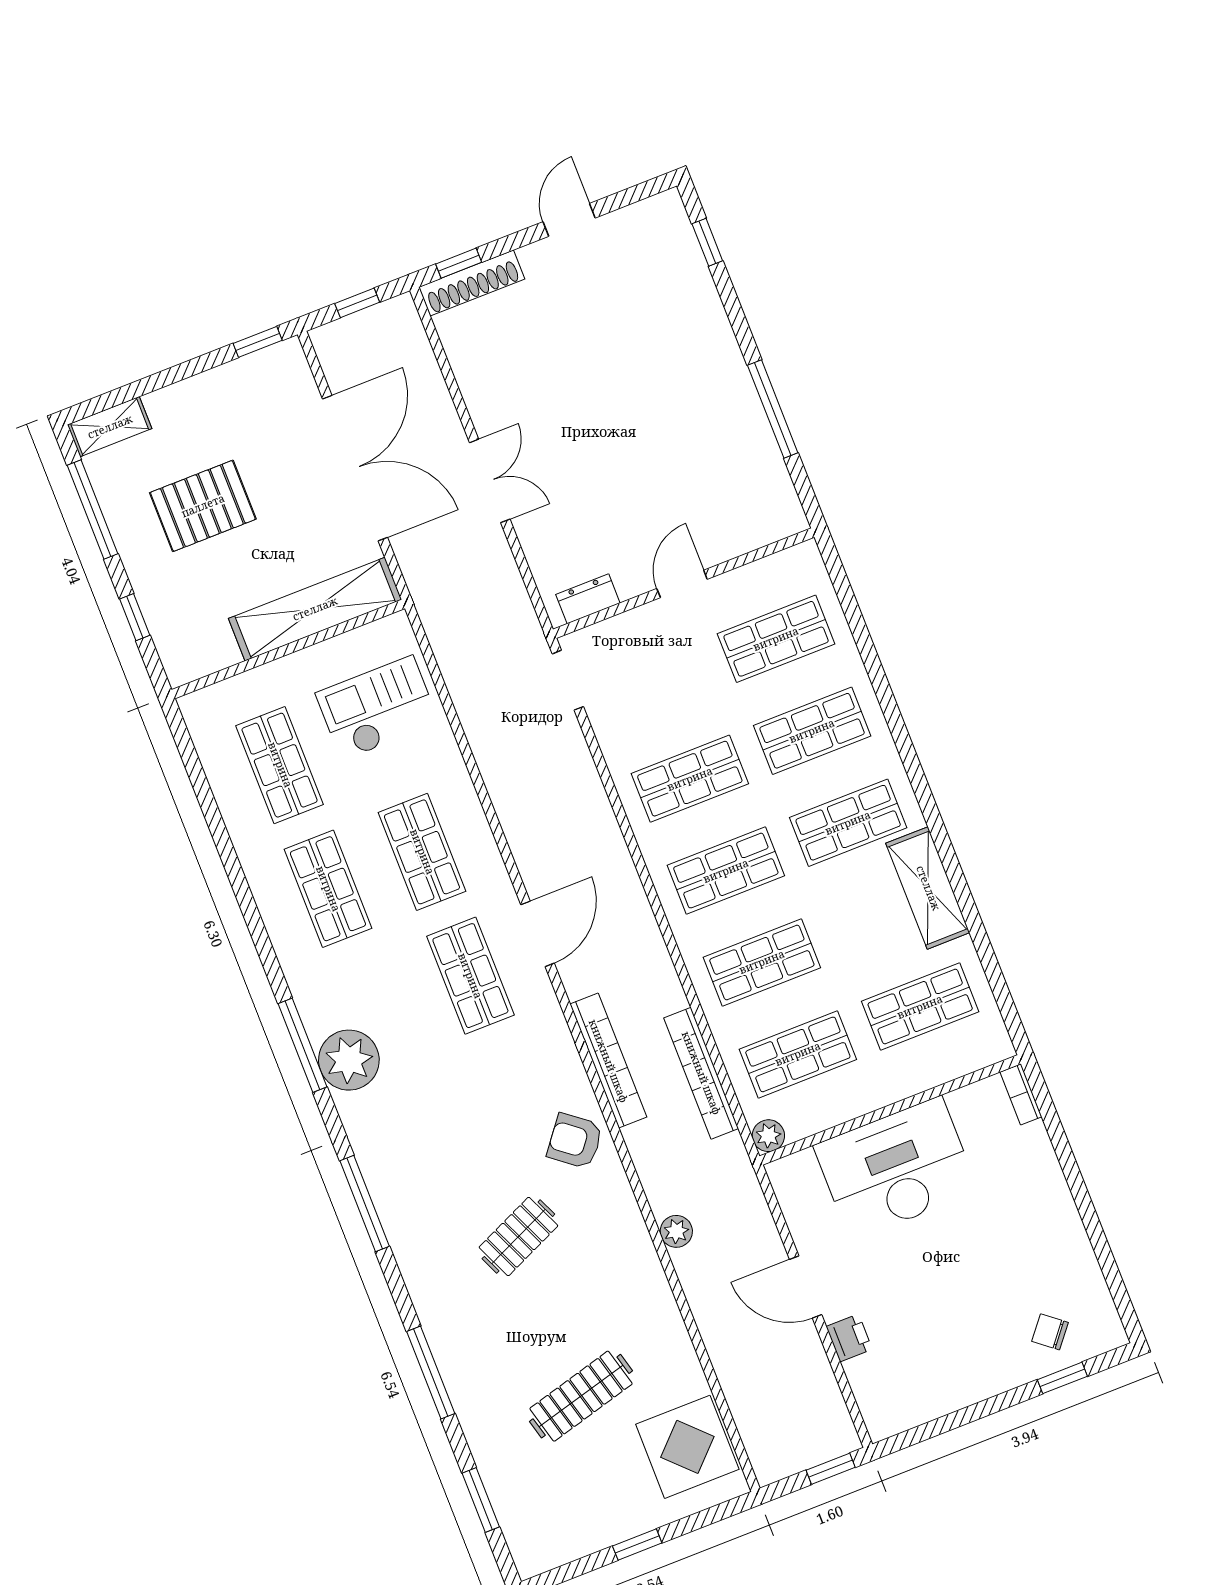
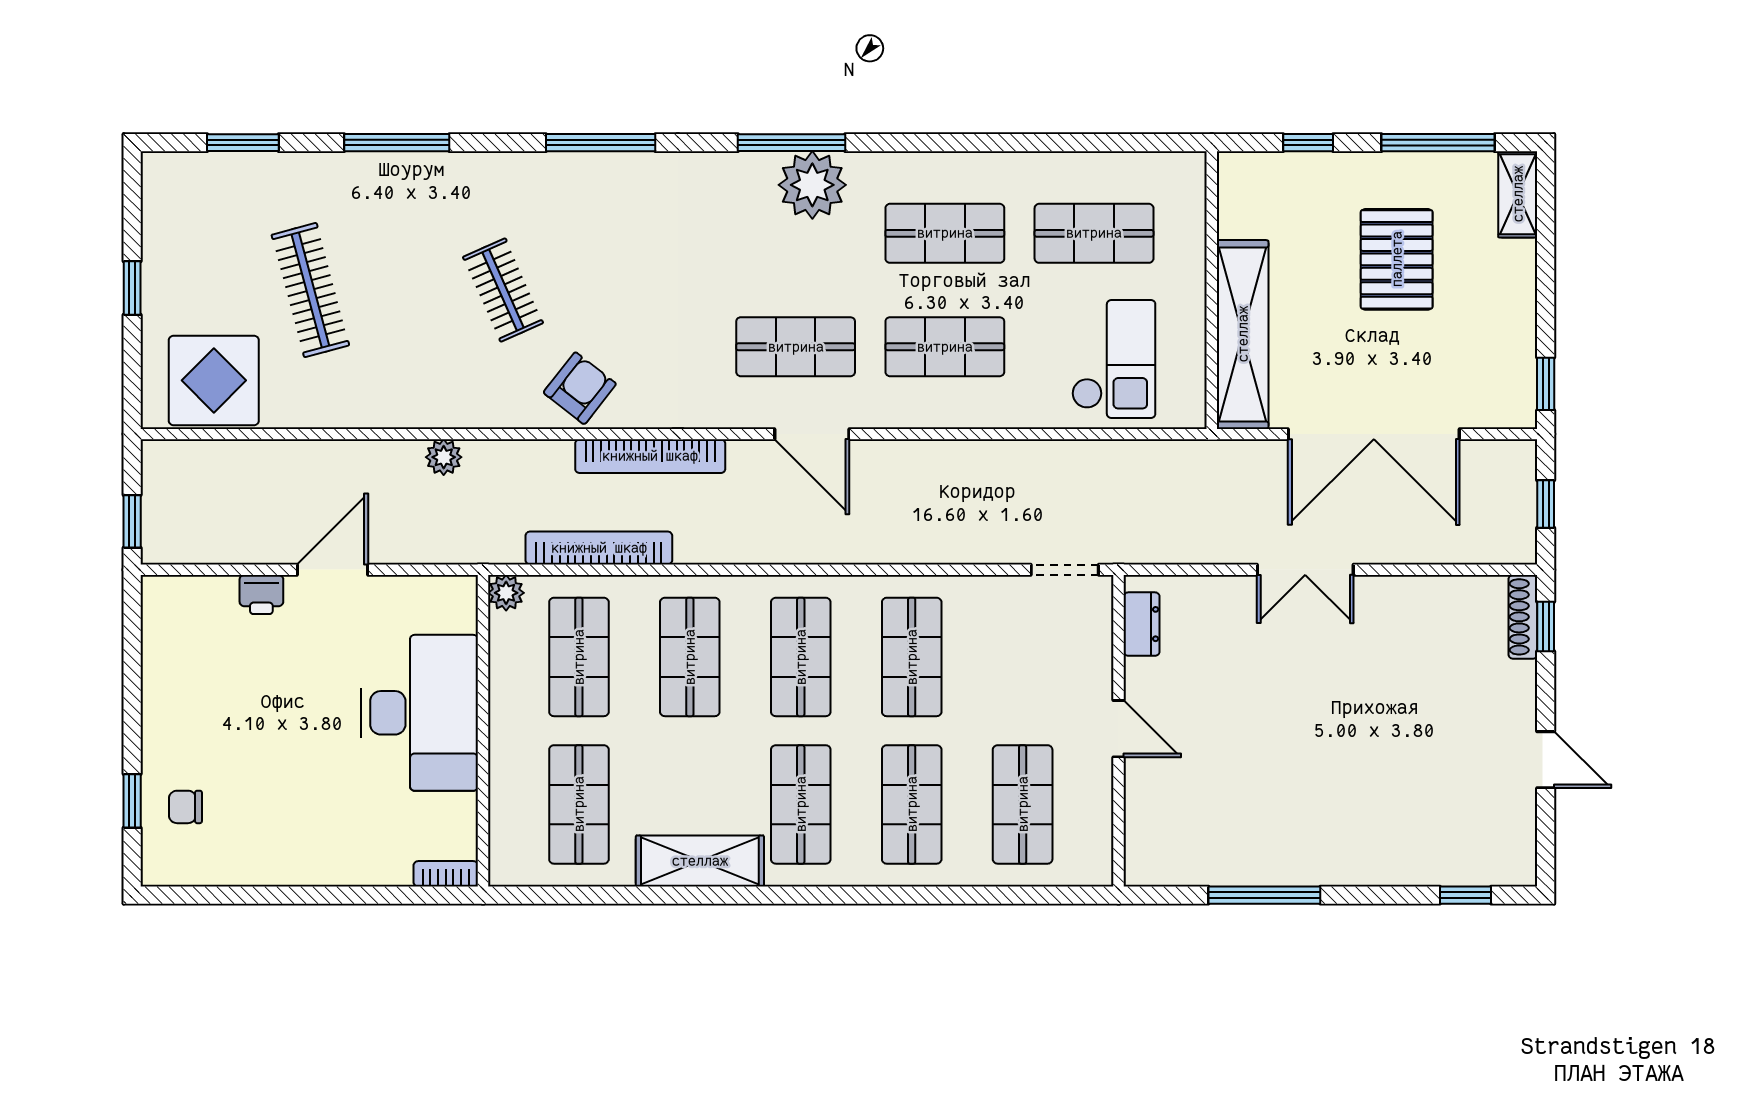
shoe rack: (472, 283) -> (1523, 617), width x0.74, depth x0.81
plant: (349, 1060) -> (812, 185), moved
chair: (1050, 1332) -> (185, 807), turned -129

